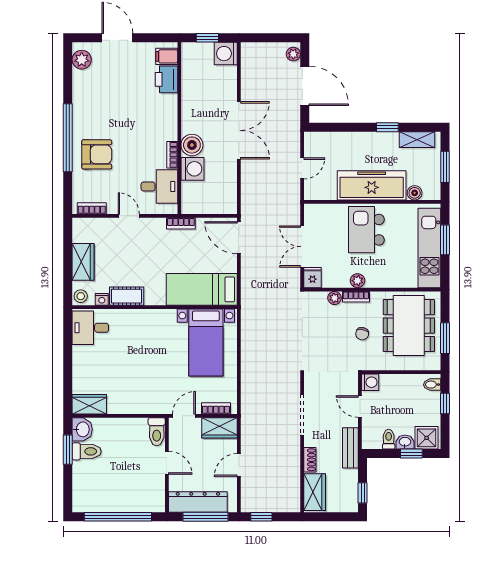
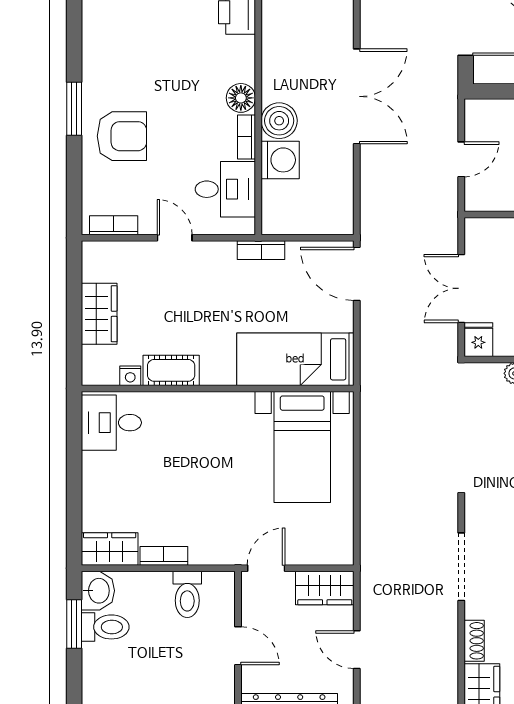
floor lamp: (169, 131) -> (241, 98), added
window: (68, 138) -> (74, 109), width x0.47
stool: (81, 296) -> (95, 370), removed
bookcase: (216, 408) -> (164, 556), moved
toilet: (157, 432) -> (187, 594), moved
door: (239, 465) -> (357, 650), hinge flipped

